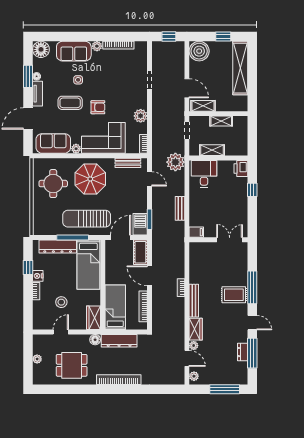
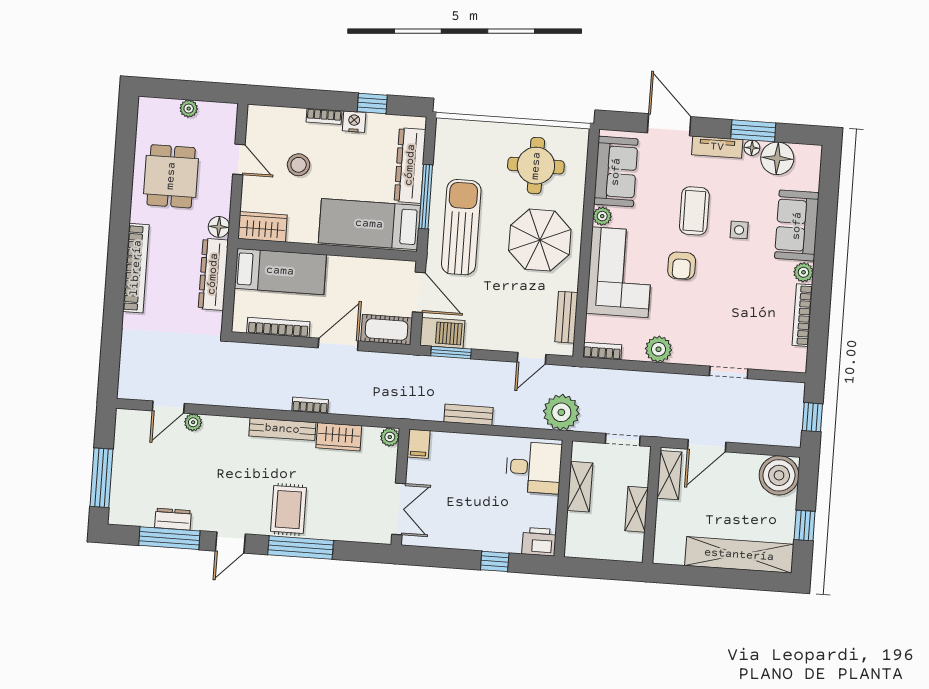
floor lamp: (41, 49) -> (777, 158), moved
wardrobe: (196, 329) -> (339, 437), moved
plant: (194, 376) -> (390, 437), moved

